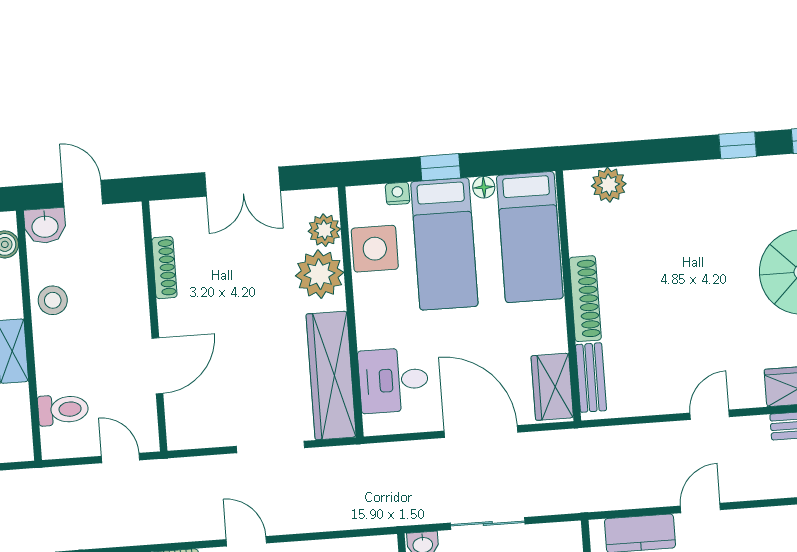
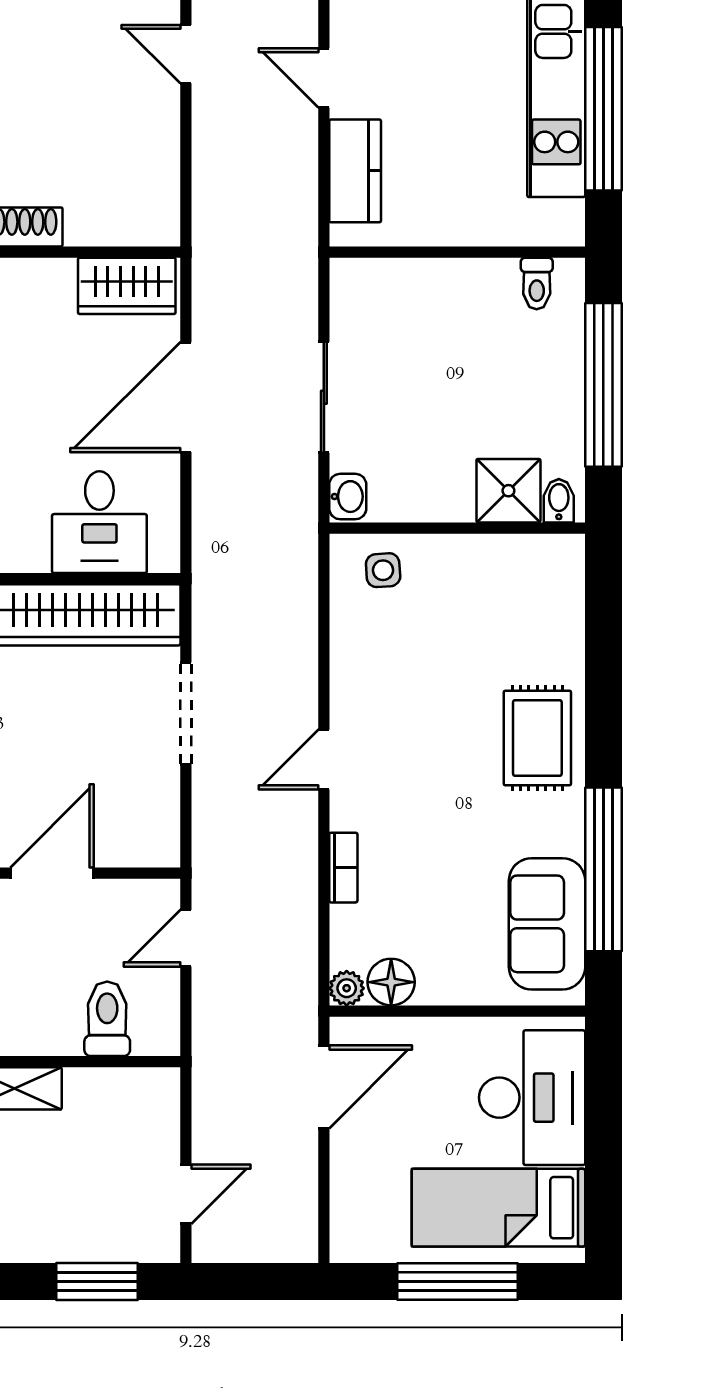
door: (157, 366) -> (52, 873), hinge flipped
bench: (591, 378) -> (117, 227), removed

